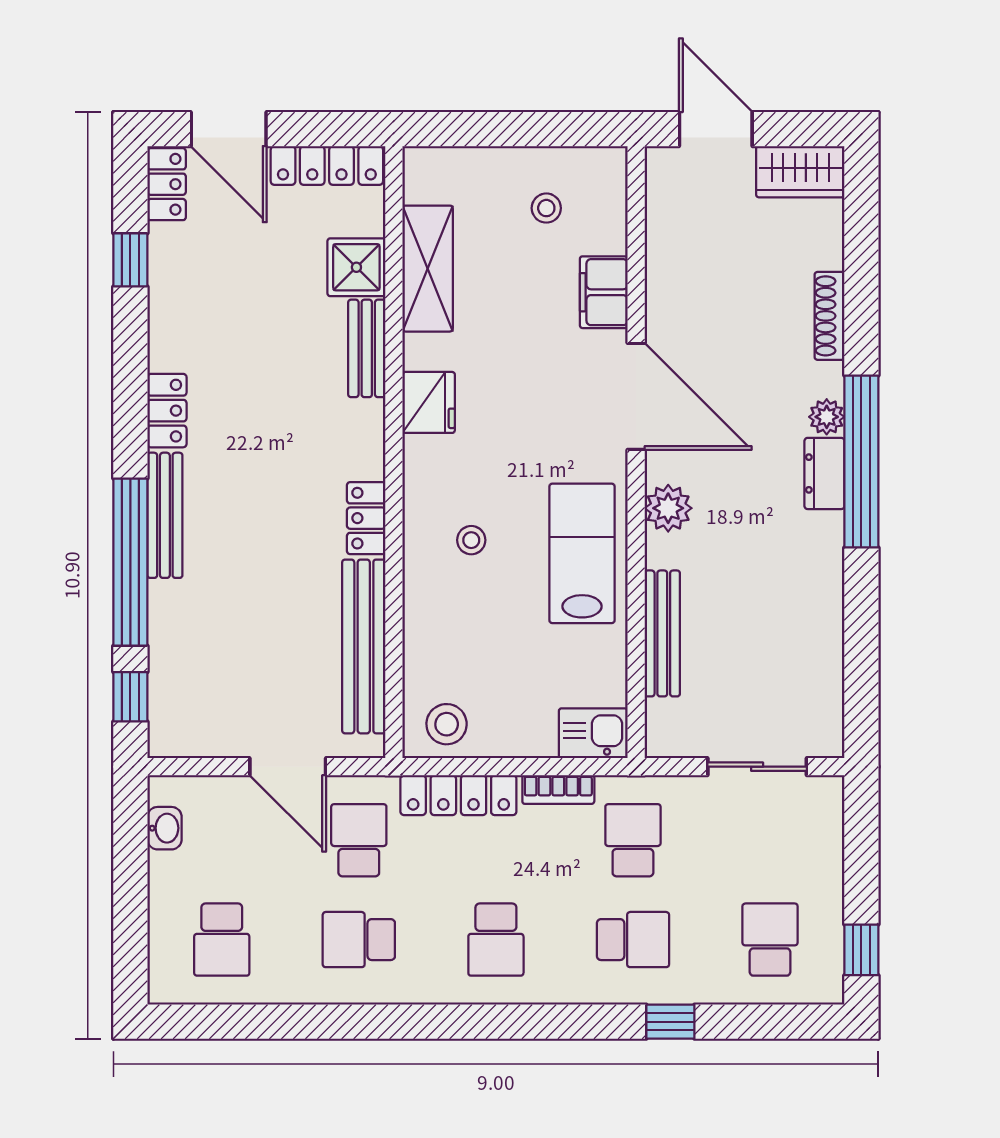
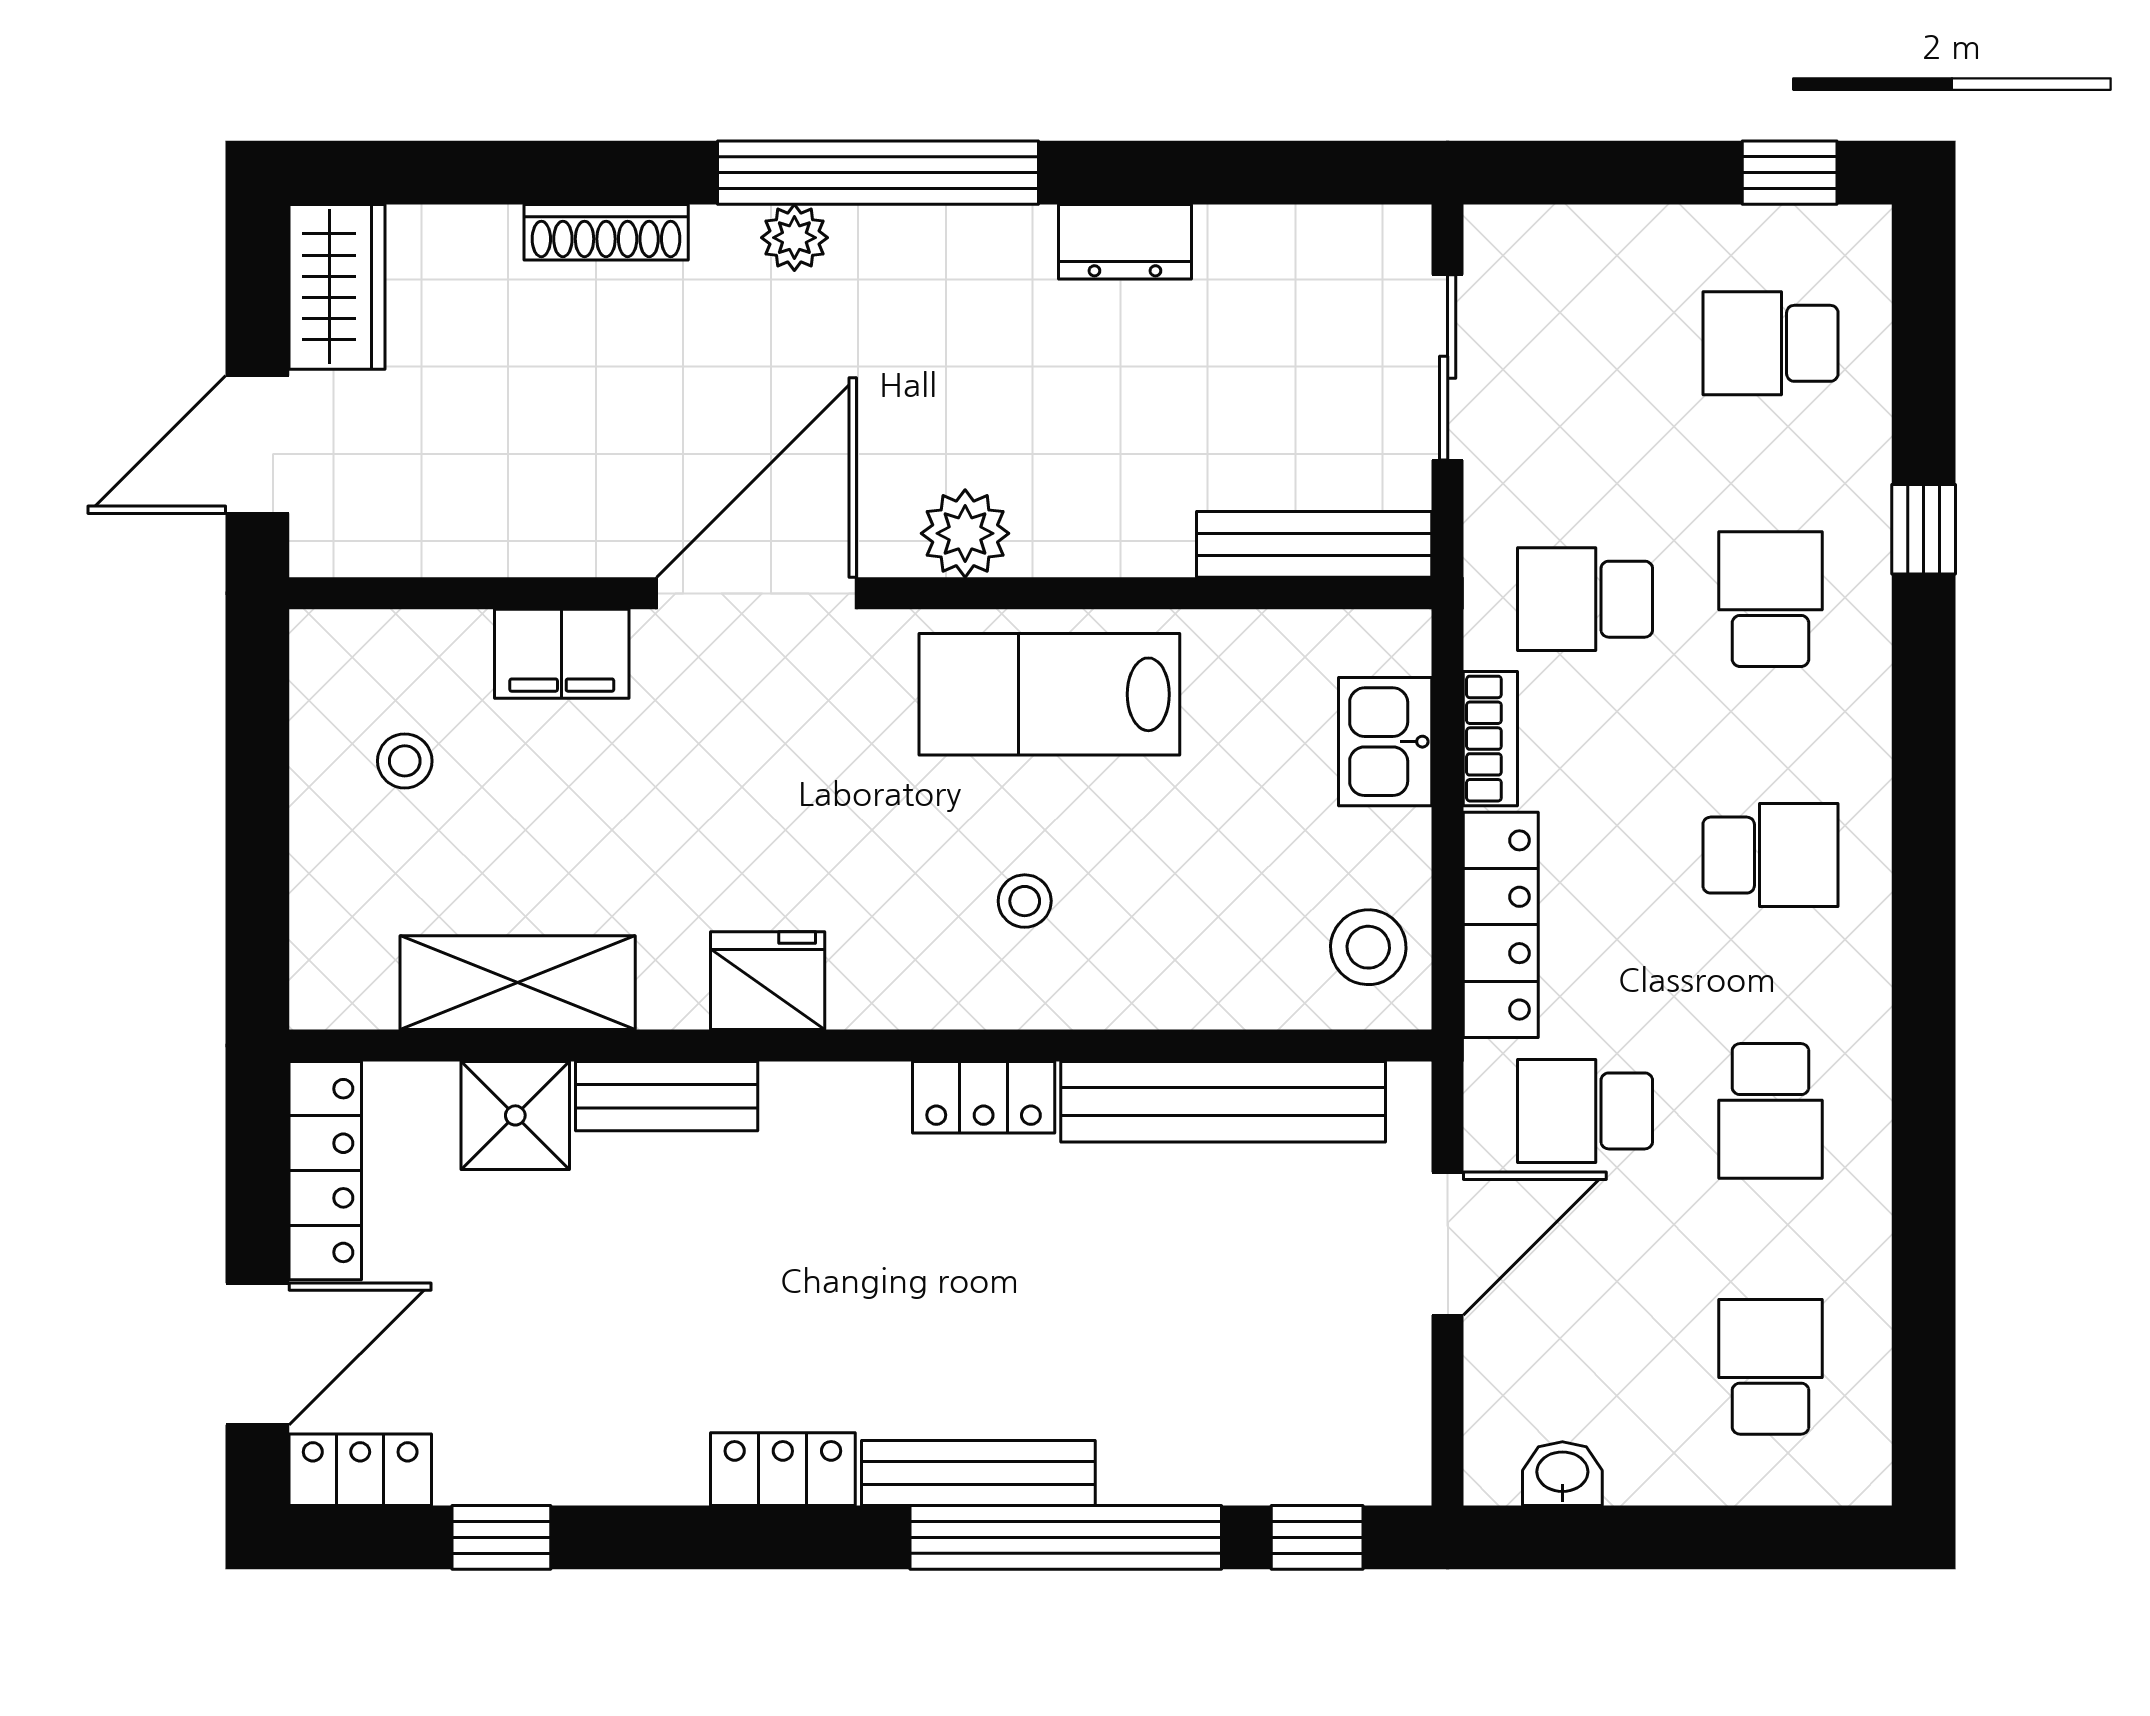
dresser: (824, 473) -> (1125, 242), moved
bench: (662, 633) -> (1314, 544), moved
kitchen sink: (593, 733) -> (1385, 742), moved
school desk: (222, 940) -> (1770, 1367), turned -90

